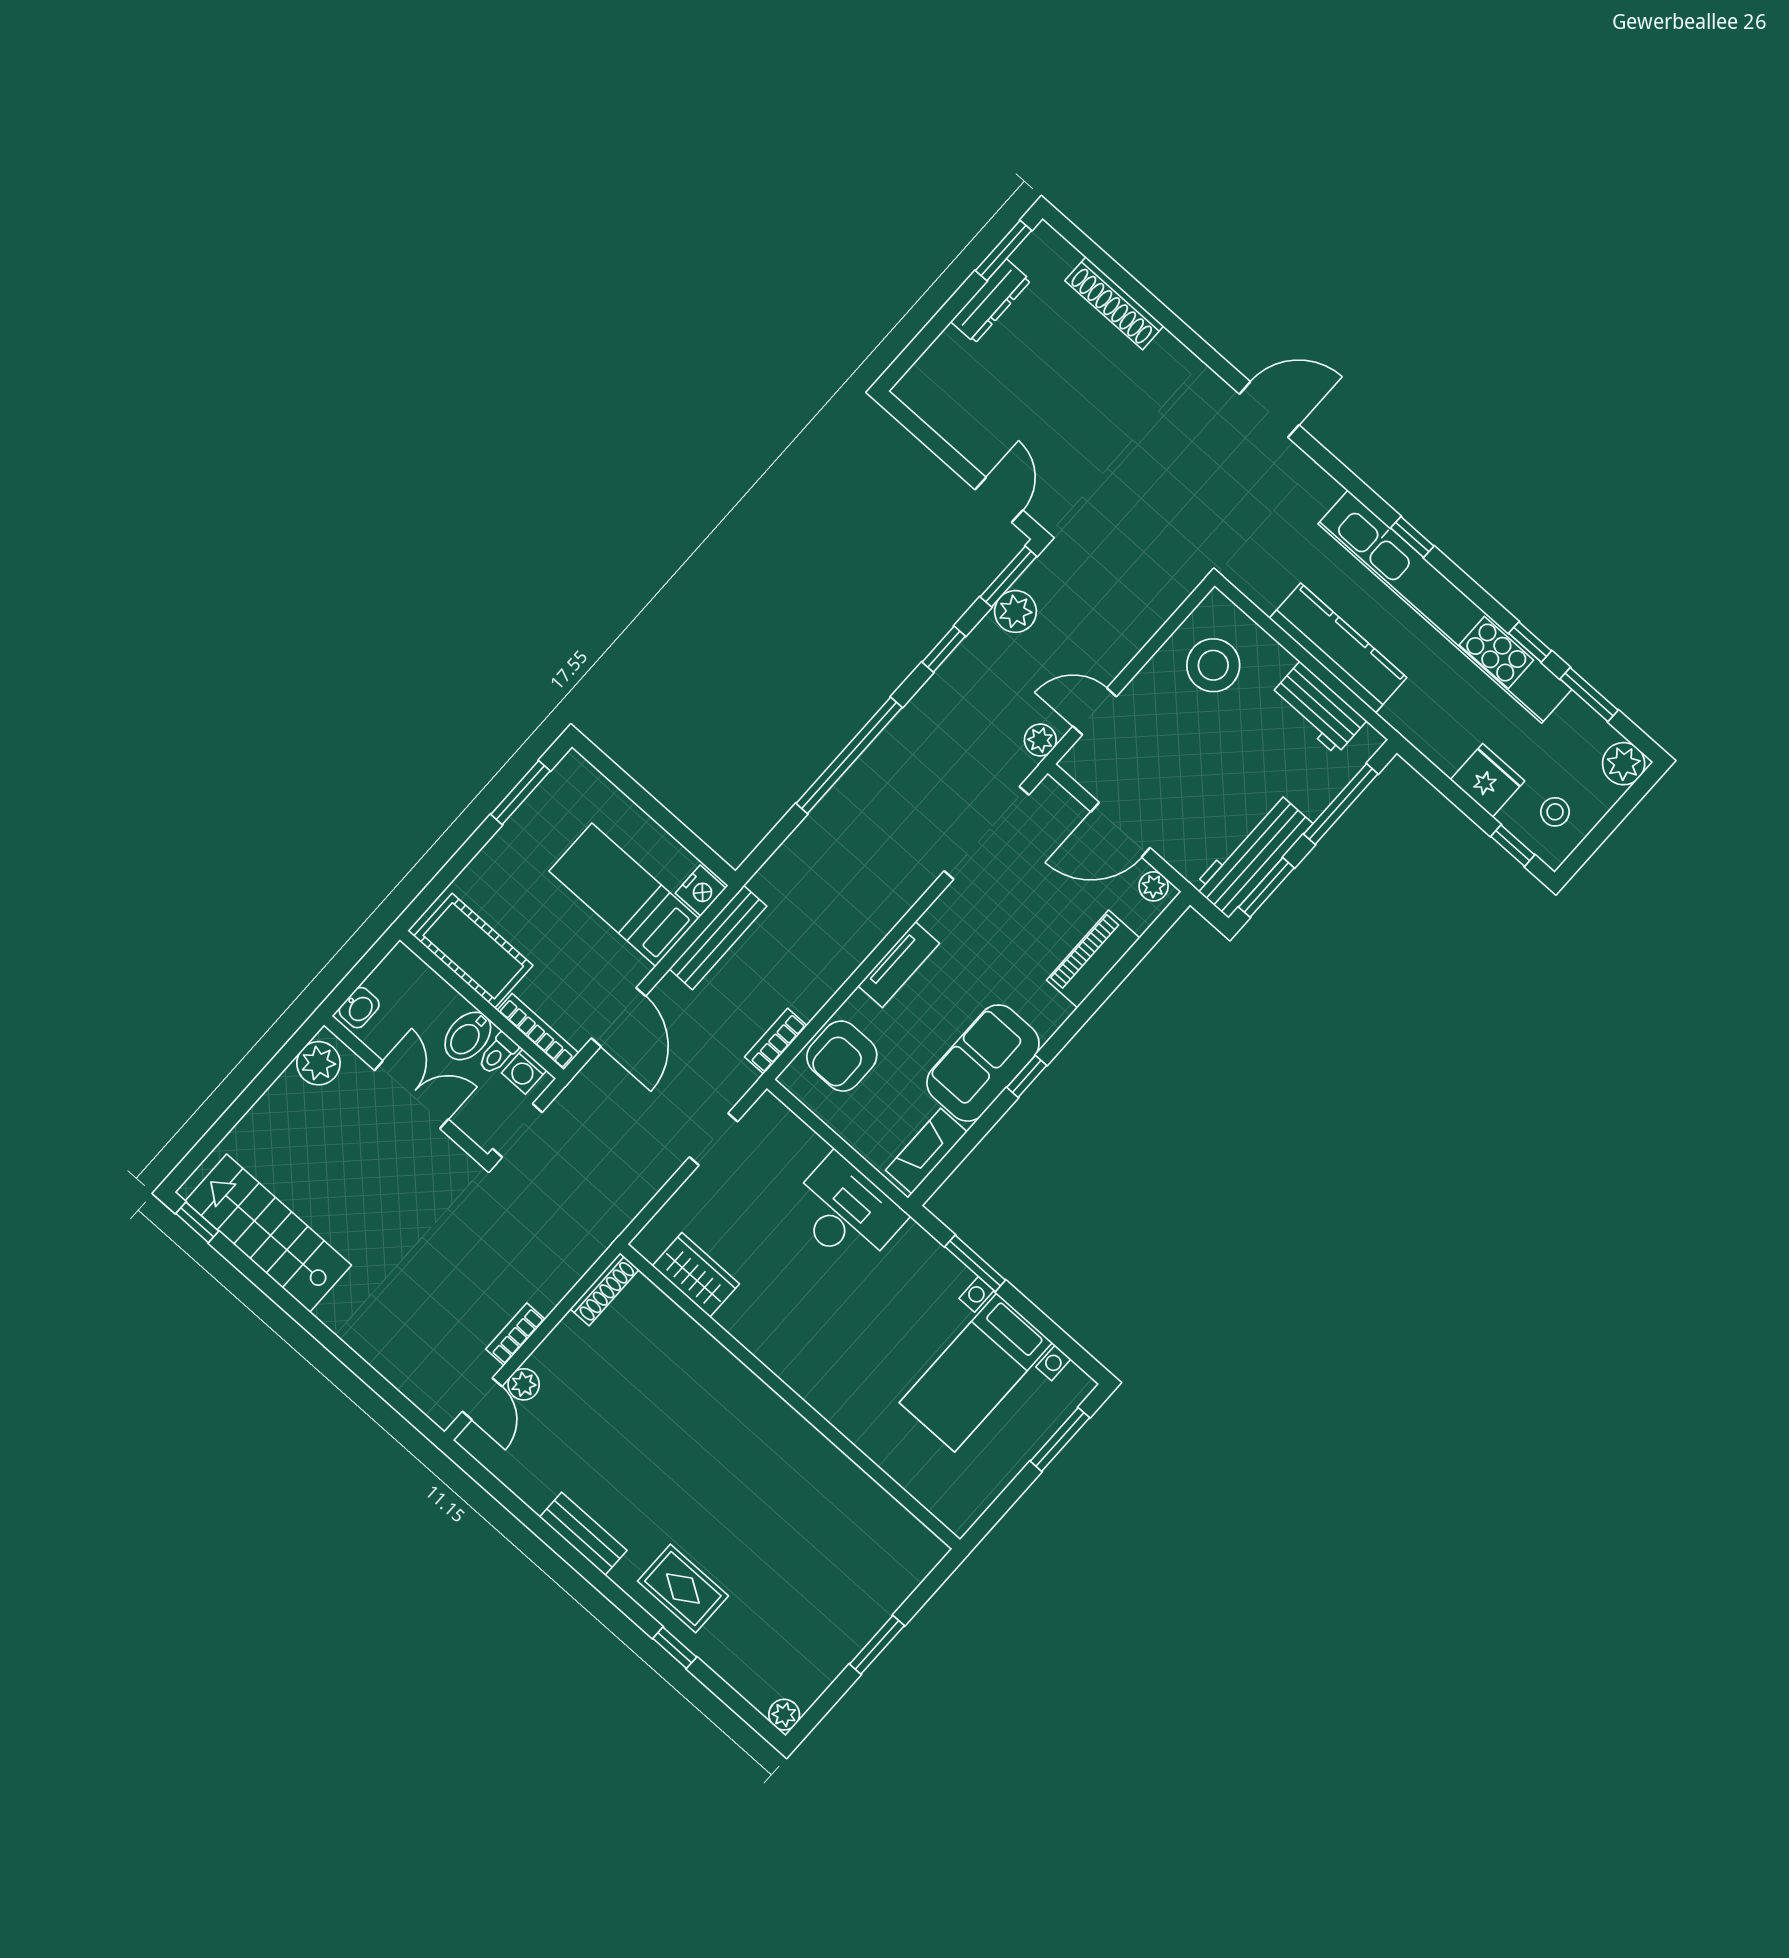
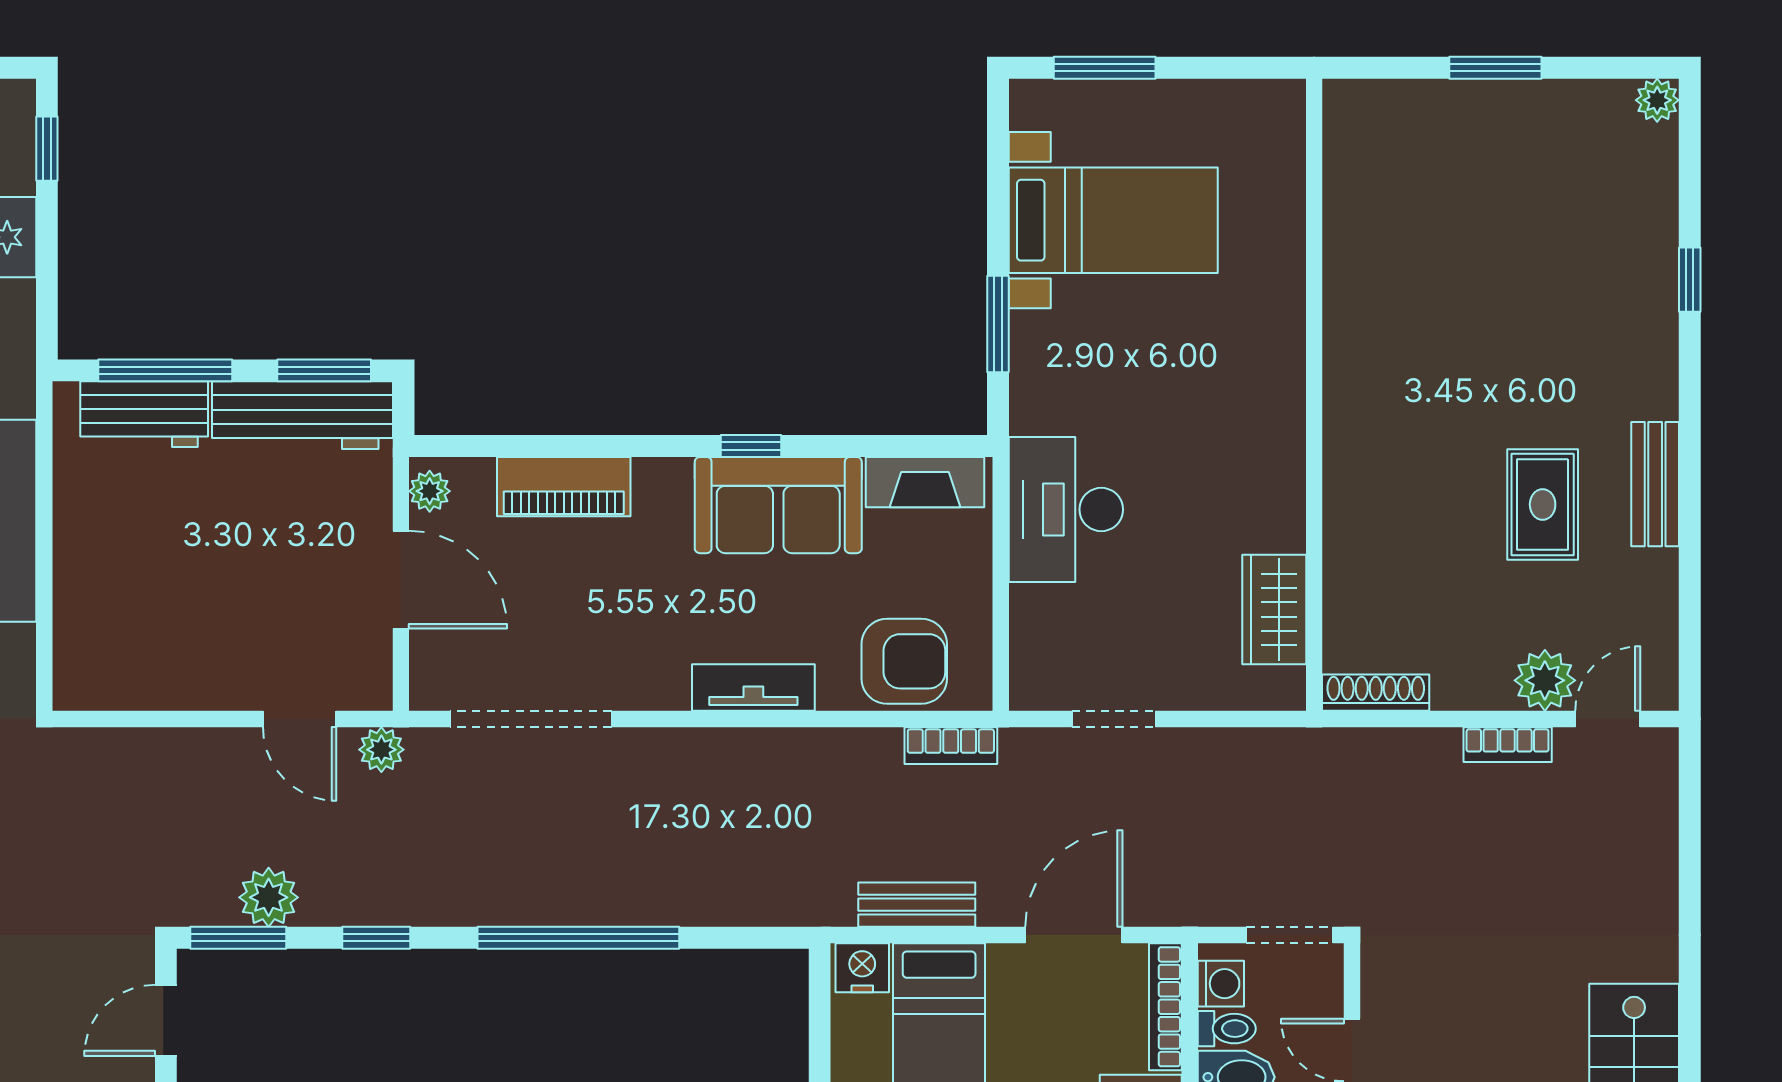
stool: (1213, 665) -> (139, 637), removed
workbench: (1318, 708) -> (144, 414), moved, turned 90
bench: (718, 938) -> (917, 905), width x0.73
plant: (524, 1384) -> (1545, 680), width x1.38, depth x1.38
rug: (683, 1588) -> (1543, 504), moved

